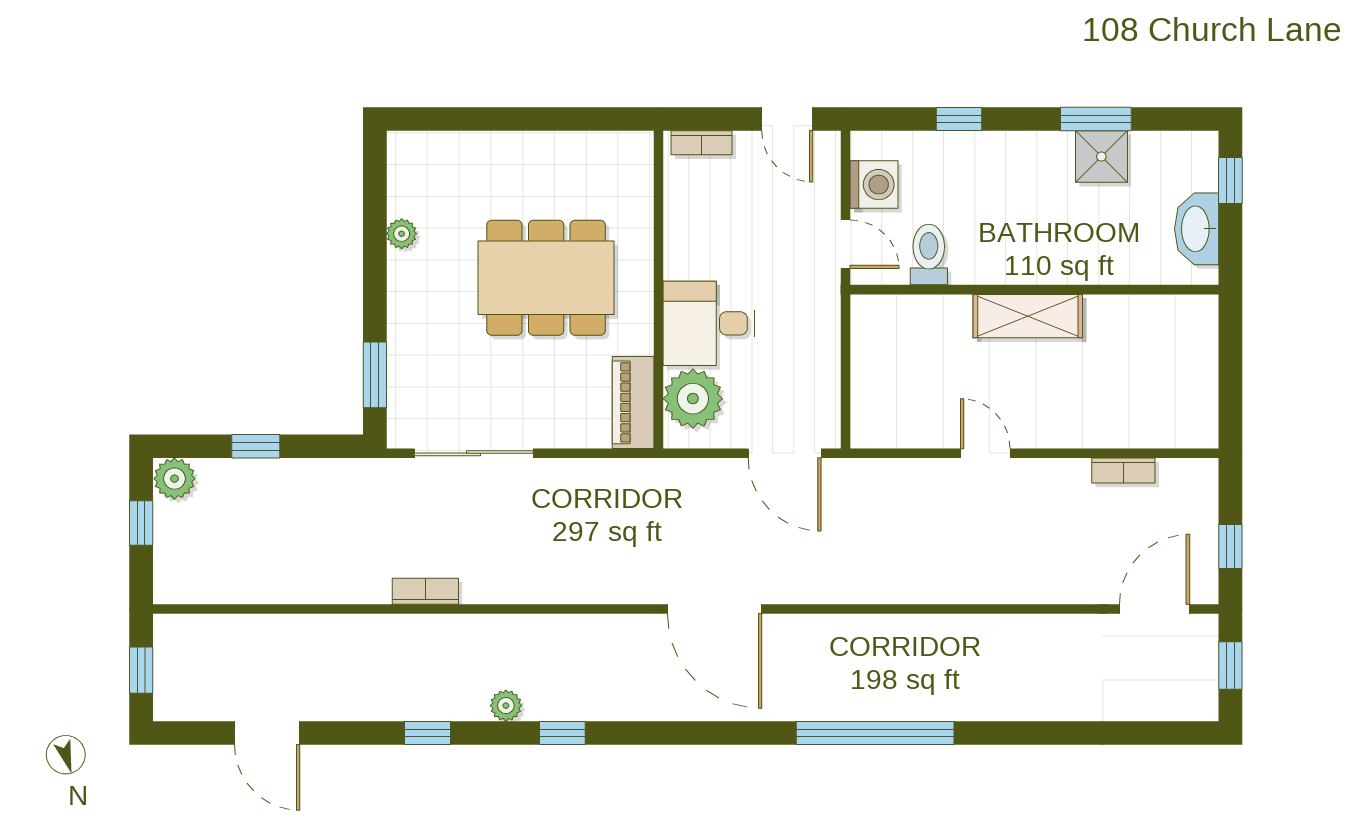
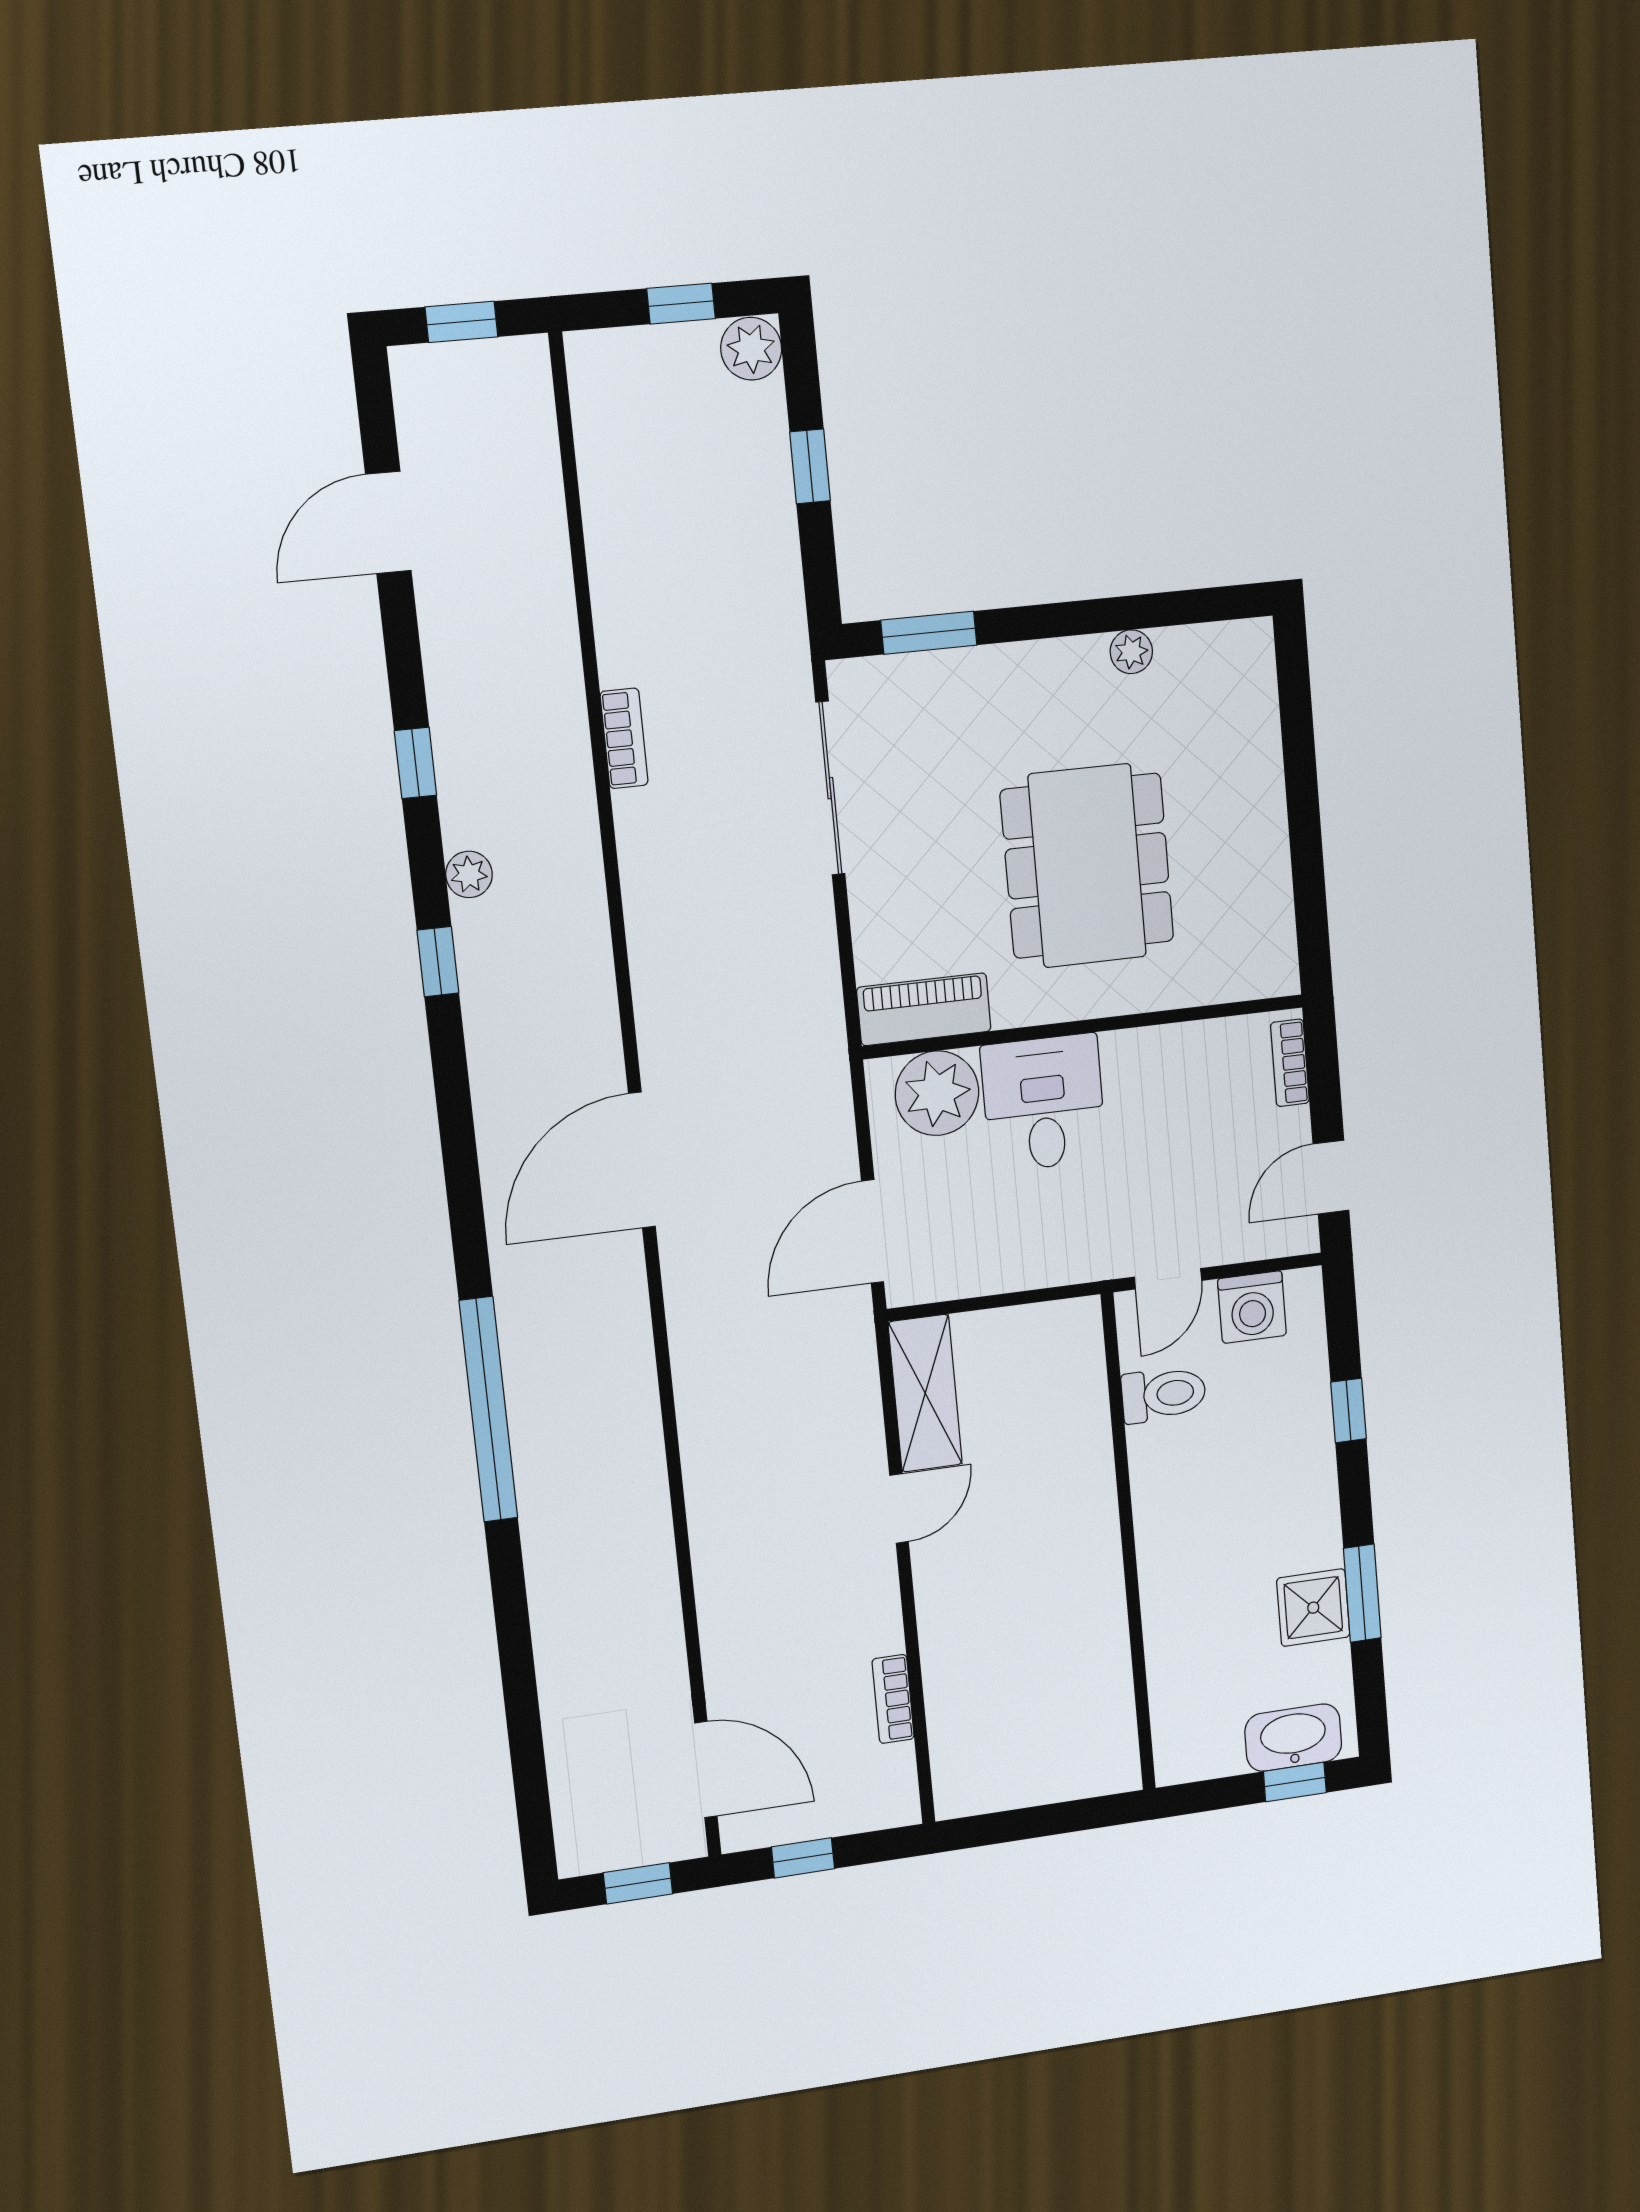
washbasin: (1197, 229) -> (1293, 1738), moved
shelving: (1028, 316) -> (925, 1393), moved

